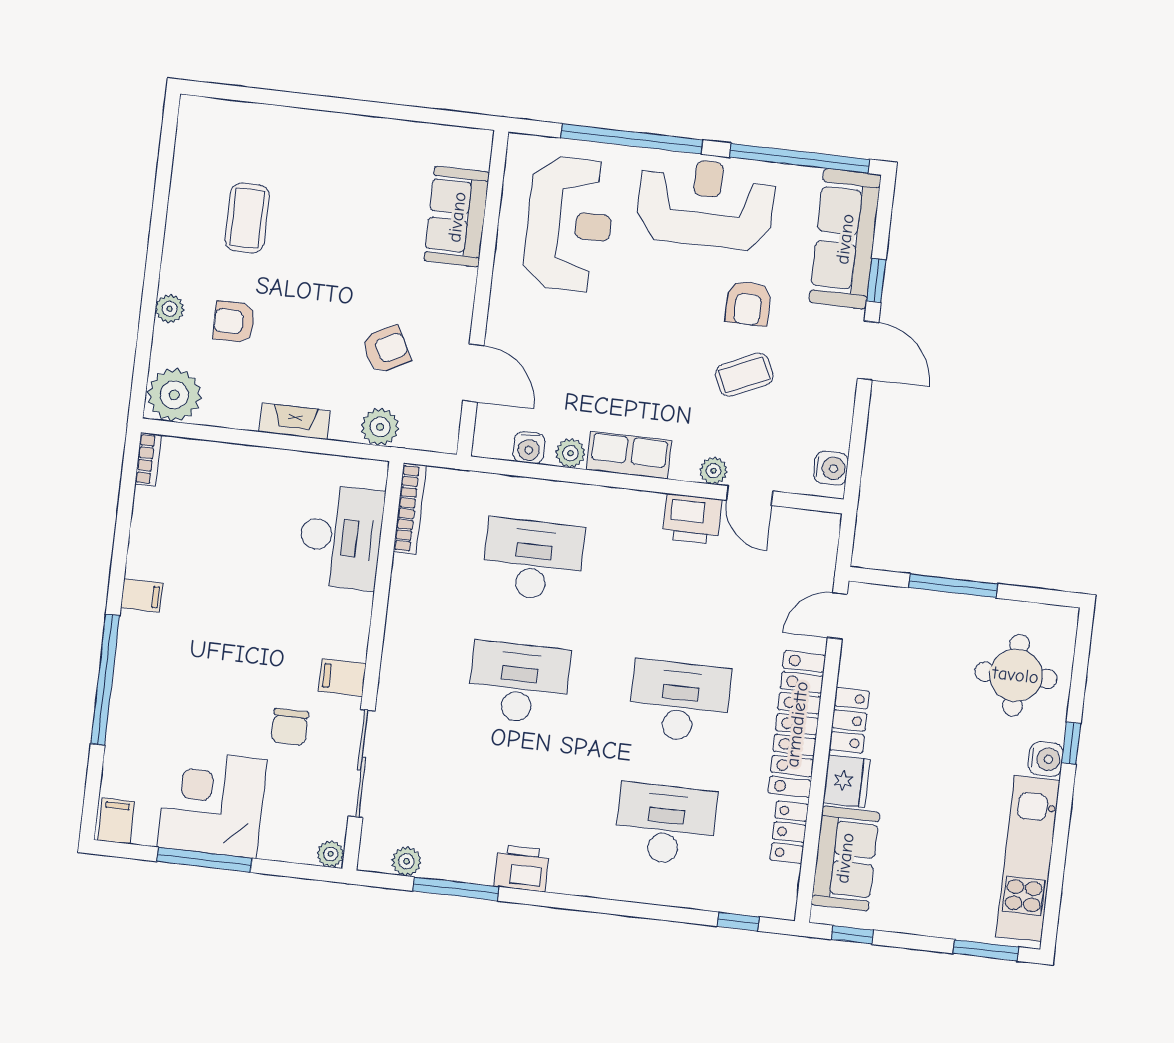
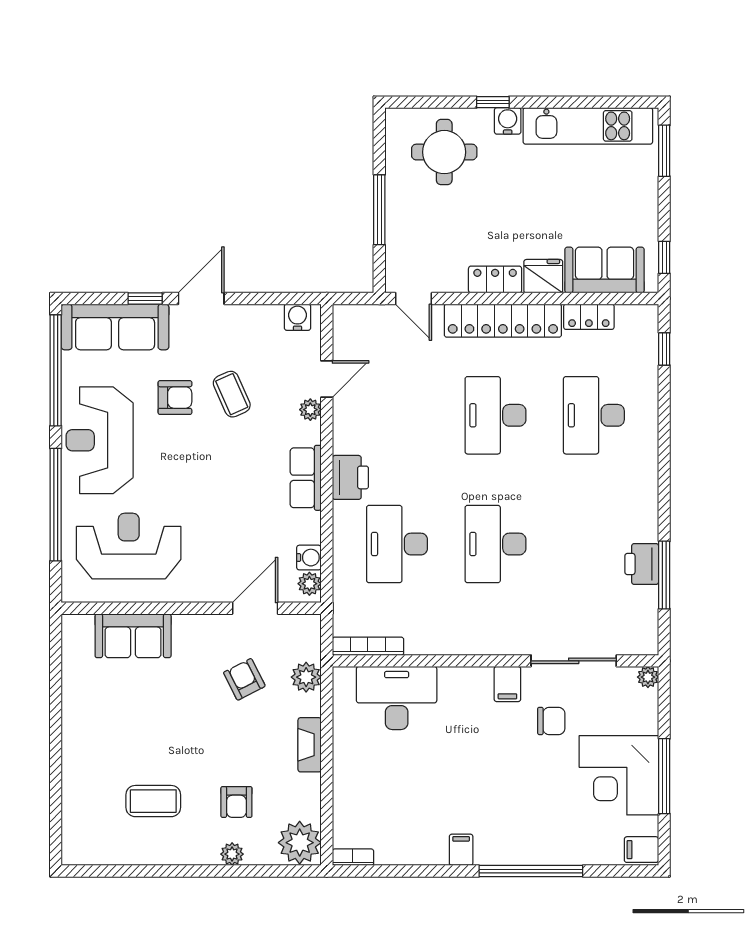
plant: (571, 453) -> (309, 584), moved
printer: (692, 519) -> (350, 477), moved
plant: (406, 861) -> (647, 616), removed
printer: (521, 868) -> (642, 564), moved

